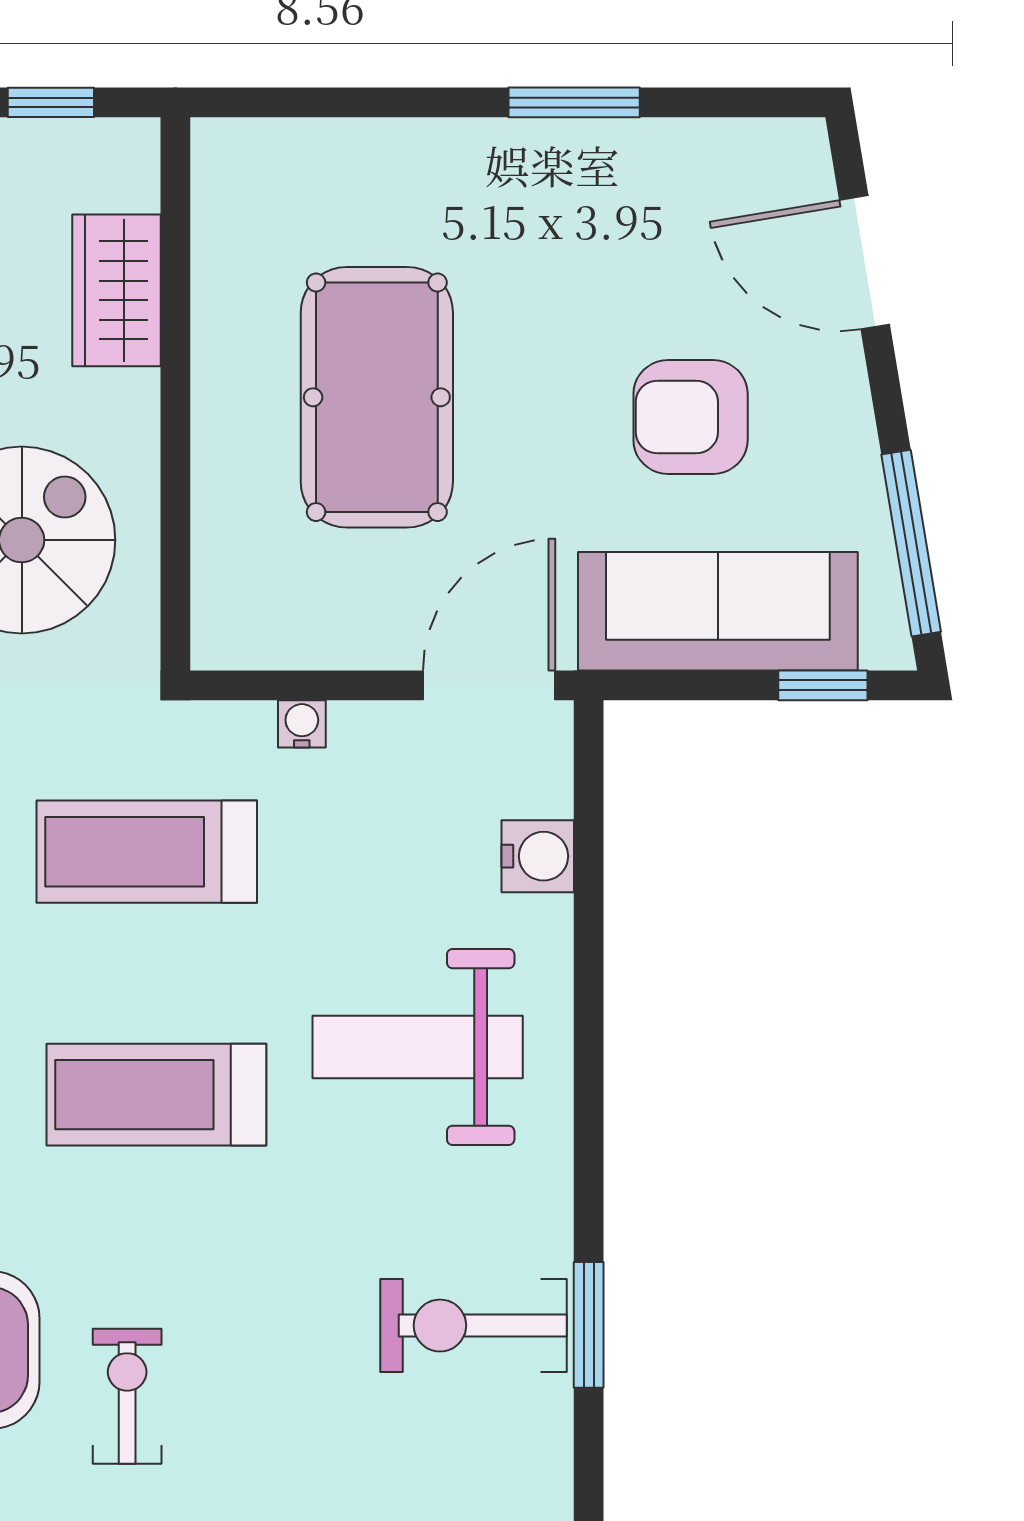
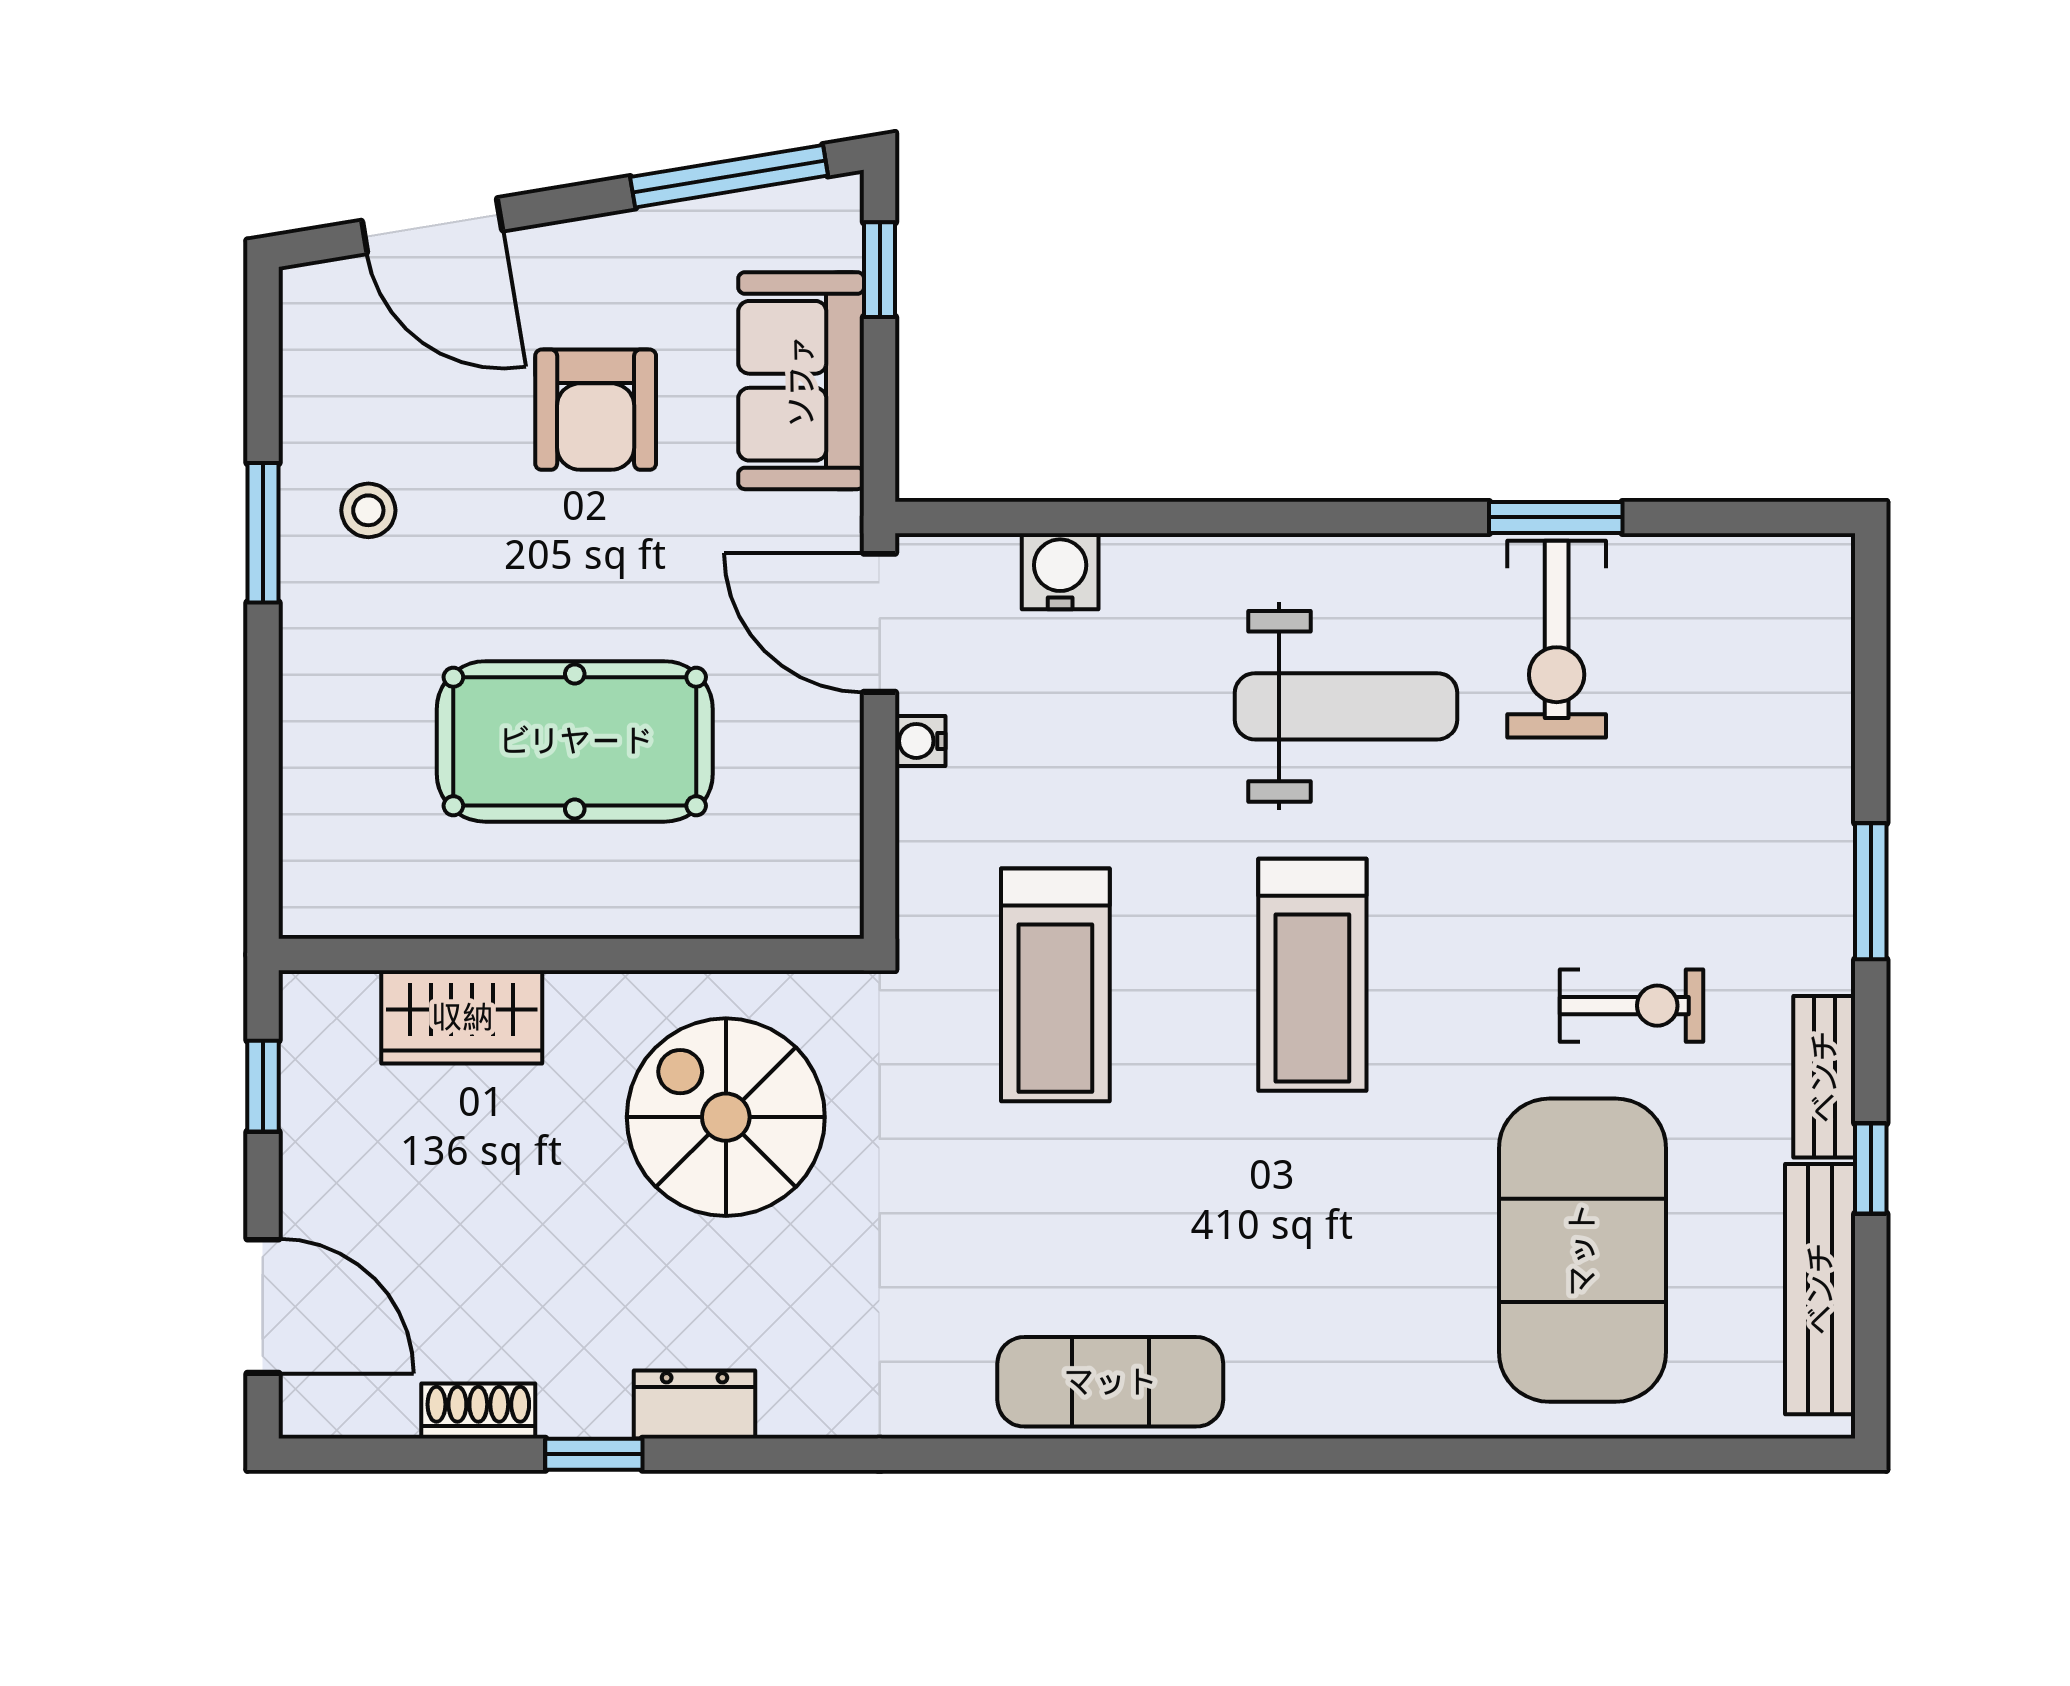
stool: (595, 202) -> (368, 510), added
door: (865, 262) -> (432, 226), hinge flipped
sofa: (718, 611) -> (801, 381), width x0.73
water cooler: (302, 724) -> (920, 741), moved
weight bench: (418, 1047) -> (1346, 706), moved, turned -90
exercise bike: (127, 1396) -> (1631, 1006), turned 180

